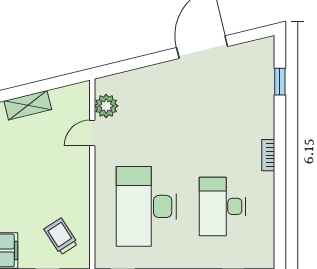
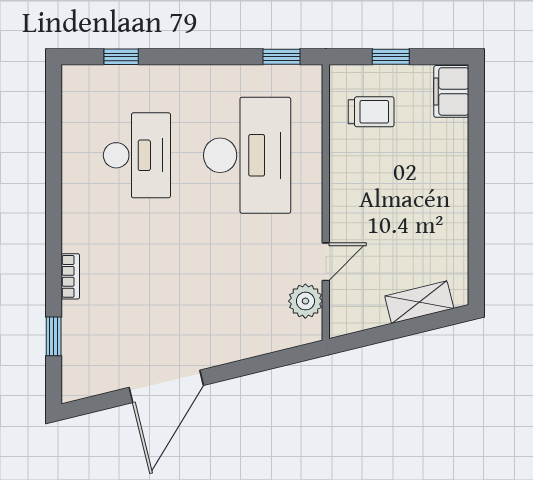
bookcase: (268, 155) -> (70, 276), moved
trolley: (61, 236) -> (371, 112), turned -57

